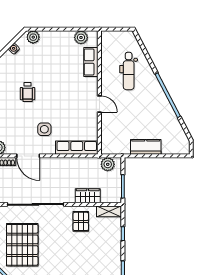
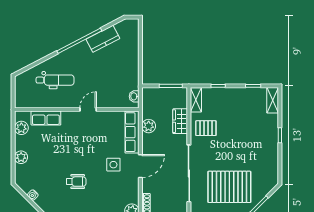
plant: (33, 37) -> (21, 157), moved
kitchen counter: (146, 147) -> (103, 39), moved, turned -118
washbasin: (112, 150) -> (134, 96), added
door: (28, 156) -> (140, 166), moved
plant: (108, 164) -> (149, 126), moved

